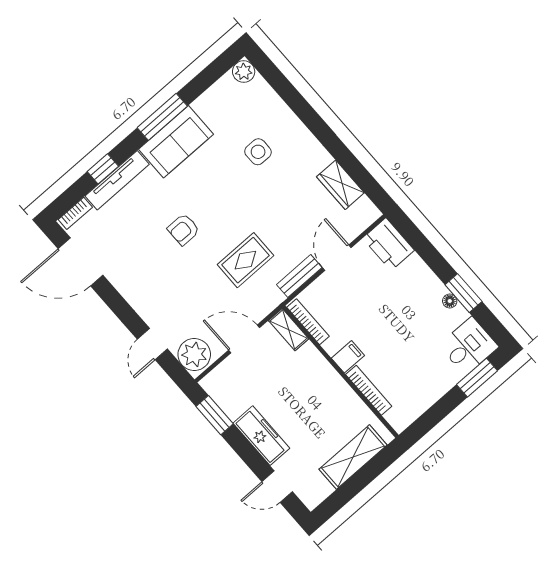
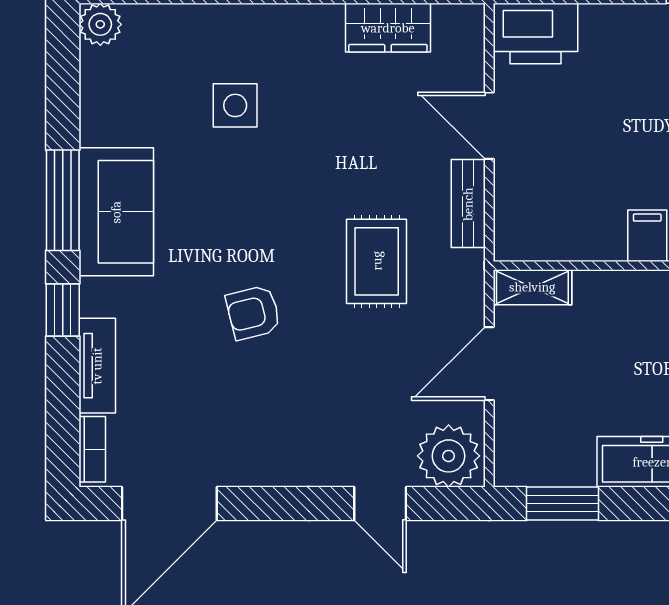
window: (103, 169) -> (63, 310), moved
tv unit: (117, 180) -> (97, 366), width x0.71
armchair: (184, 229) -> (253, 313), turned 76
bookcase: (308, 322) -> (546, 249), removed

